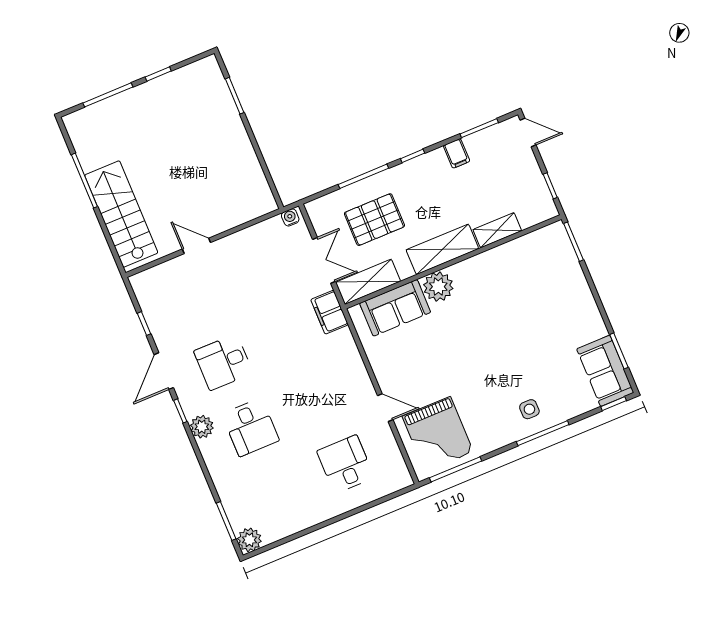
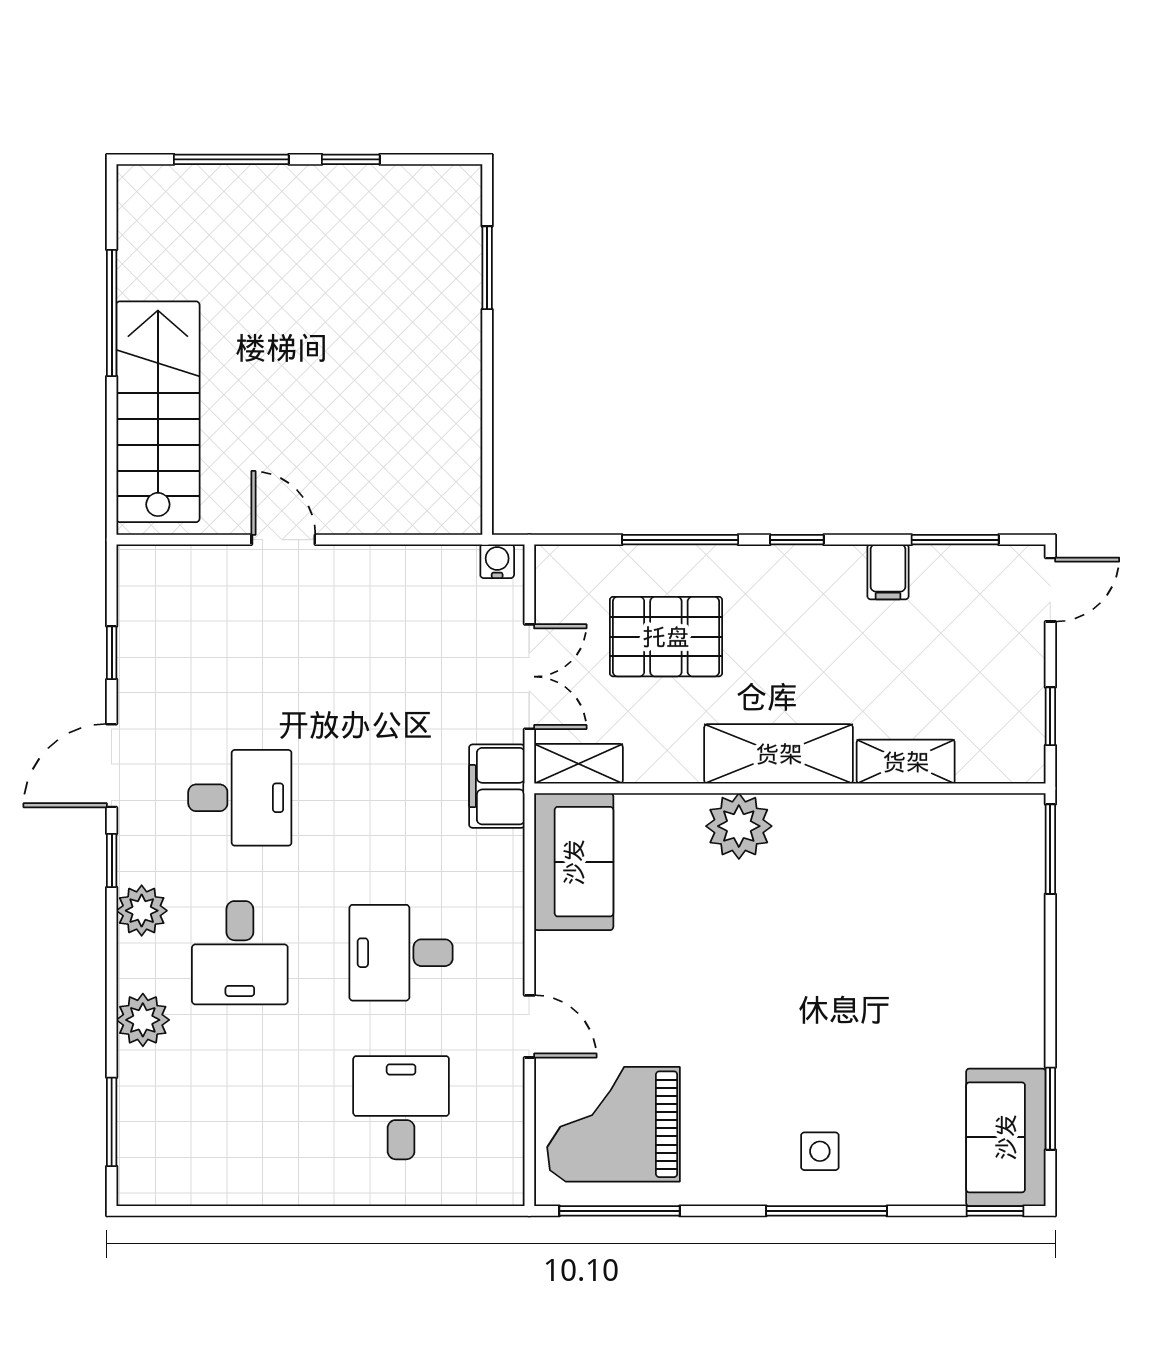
door: (528, 132) -> (1050, 590), hinge flipped
shelving: (368, 282) -> (578, 764), width x0.67, depth x0.75
sofa: (395, 308) -> (574, 862), moved, turned -90
desk: (223, 362) -> (240, 798), turned 180
desk: (318, 399) -> (401, 953), added
grand piano: (438, 434) -> (613, 1124), turned 90
plant: (249, 540) -> (143, 1020), moved

